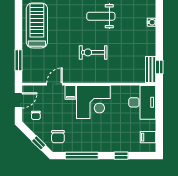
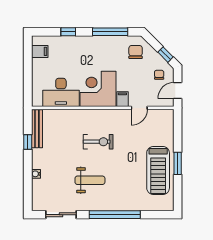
window: (18, 60) -> (178, 163), moved
window: (159, 67) -> (28, 142), moved
bench: (151, 69) -> (37, 129), width x1.36
desk: (142, 102) -> (61, 92), moved, turned -90
window: (39, 143) -> (165, 55), moved

